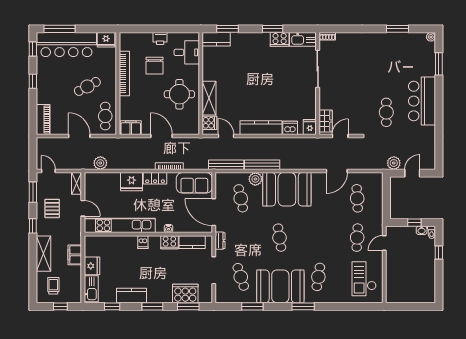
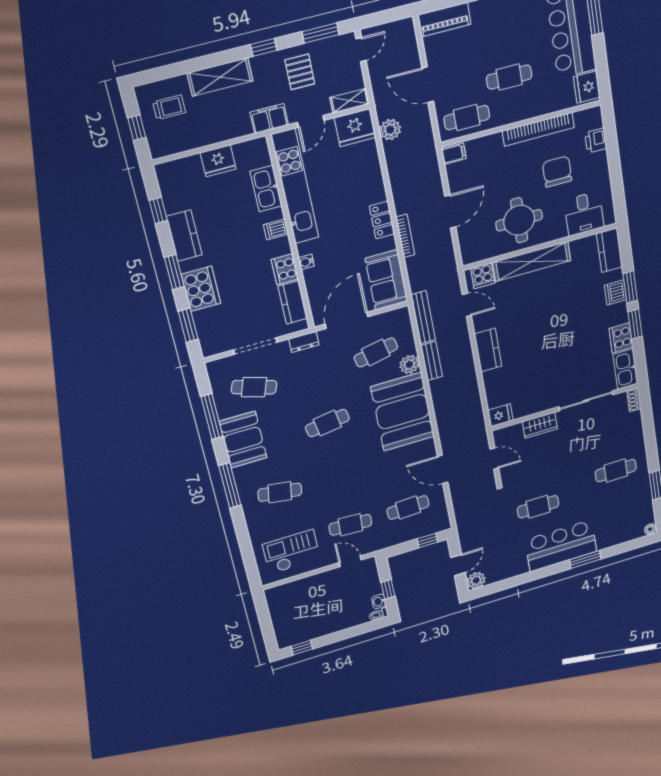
window: (228, 29) -> (630, 287), moved
printer: (160, 38) -> (596, 141), moved
cafe table: (377, 55) -> (616, 471), added
window: (439, 64) -> (585, 559), moved
chair: (155, 66) -> (557, 172), turned 90
cafe table: (87, 86) -> (509, 77), turned -62
shelving: (209, 98) -> (532, 261), width x1.47
wardrobe: (326, 121) -> (540, 425), moved
filing cabinet: (131, 128) -> (454, 154), width x0.50
kitchen counter: (261, 128) -> (488, 350), width x0.67
dishwasher: (290, 128) -> (615, 292), moved, turned 180
door: (79, 136) -> (428, 85), swing flipped
door: (226, 136) -> (467, 305), hinge flipped
plant: (394, 163) -> (476, 580), moved
bench: (262, 165) -> (432, 361), width x0.73
door: (412, 173) -> (458, 565), hinge flipped
fridge: (132, 182) -> (355, 128), moved, turned -90
window: (386, 190) -> (427, 540), added
pallet: (52, 208) -> (300, 72), turned 90
window: (439, 253) -> (302, 648), moved
filing cabinet: (75, 255) -> (269, 118), moved
cafe table: (241, 277) -> (254, 387), turned 36
booth: (280, 286) -> (243, 440), width x0.73, depth x0.70
kitchen sink: (91, 289) -> (266, 189), moved, turned 90
cooker: (185, 294) -> (201, 289), moved
window: (252, 306) -> (212, 417), width x1.44
window: (303, 306) -> (230, 485), width x1.44

